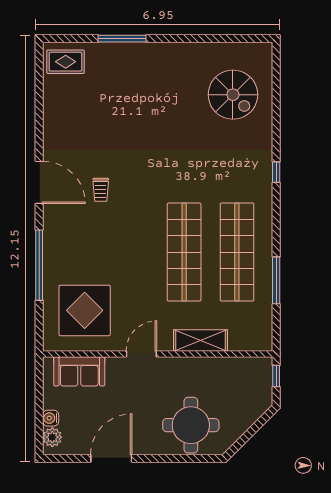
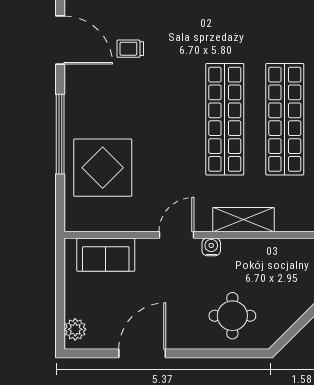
trolley: (101, 190) -> (130, 49), turned 90
display table: (85, 310) -> (103, 168), moved
water cooler: (51, 418) -> (211, 247), moved, turned 90
round table: (191, 425) -> (232, 316), width x0.73, depth x0.73

